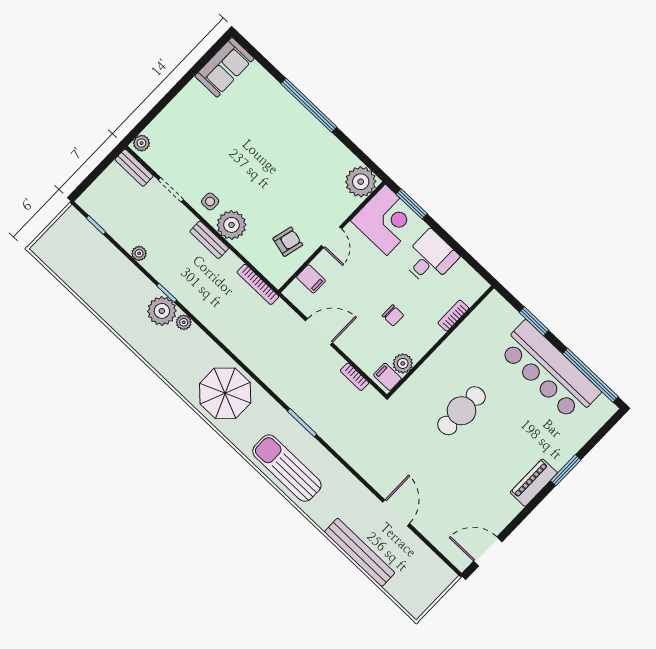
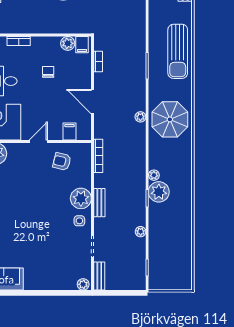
plant: (256, 366) -> (140, 117), added

